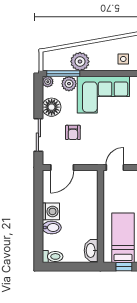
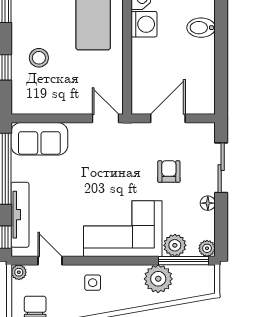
floor lamp: (52, 107) -> (208, 203), width x0.53, depth x0.53
door: (62, 167) -> (168, 118), moved
door: (115, 167) -> (106, 118), swing flipped
washing machine: (51, 211) -> (144, 24), moved, turned 180

